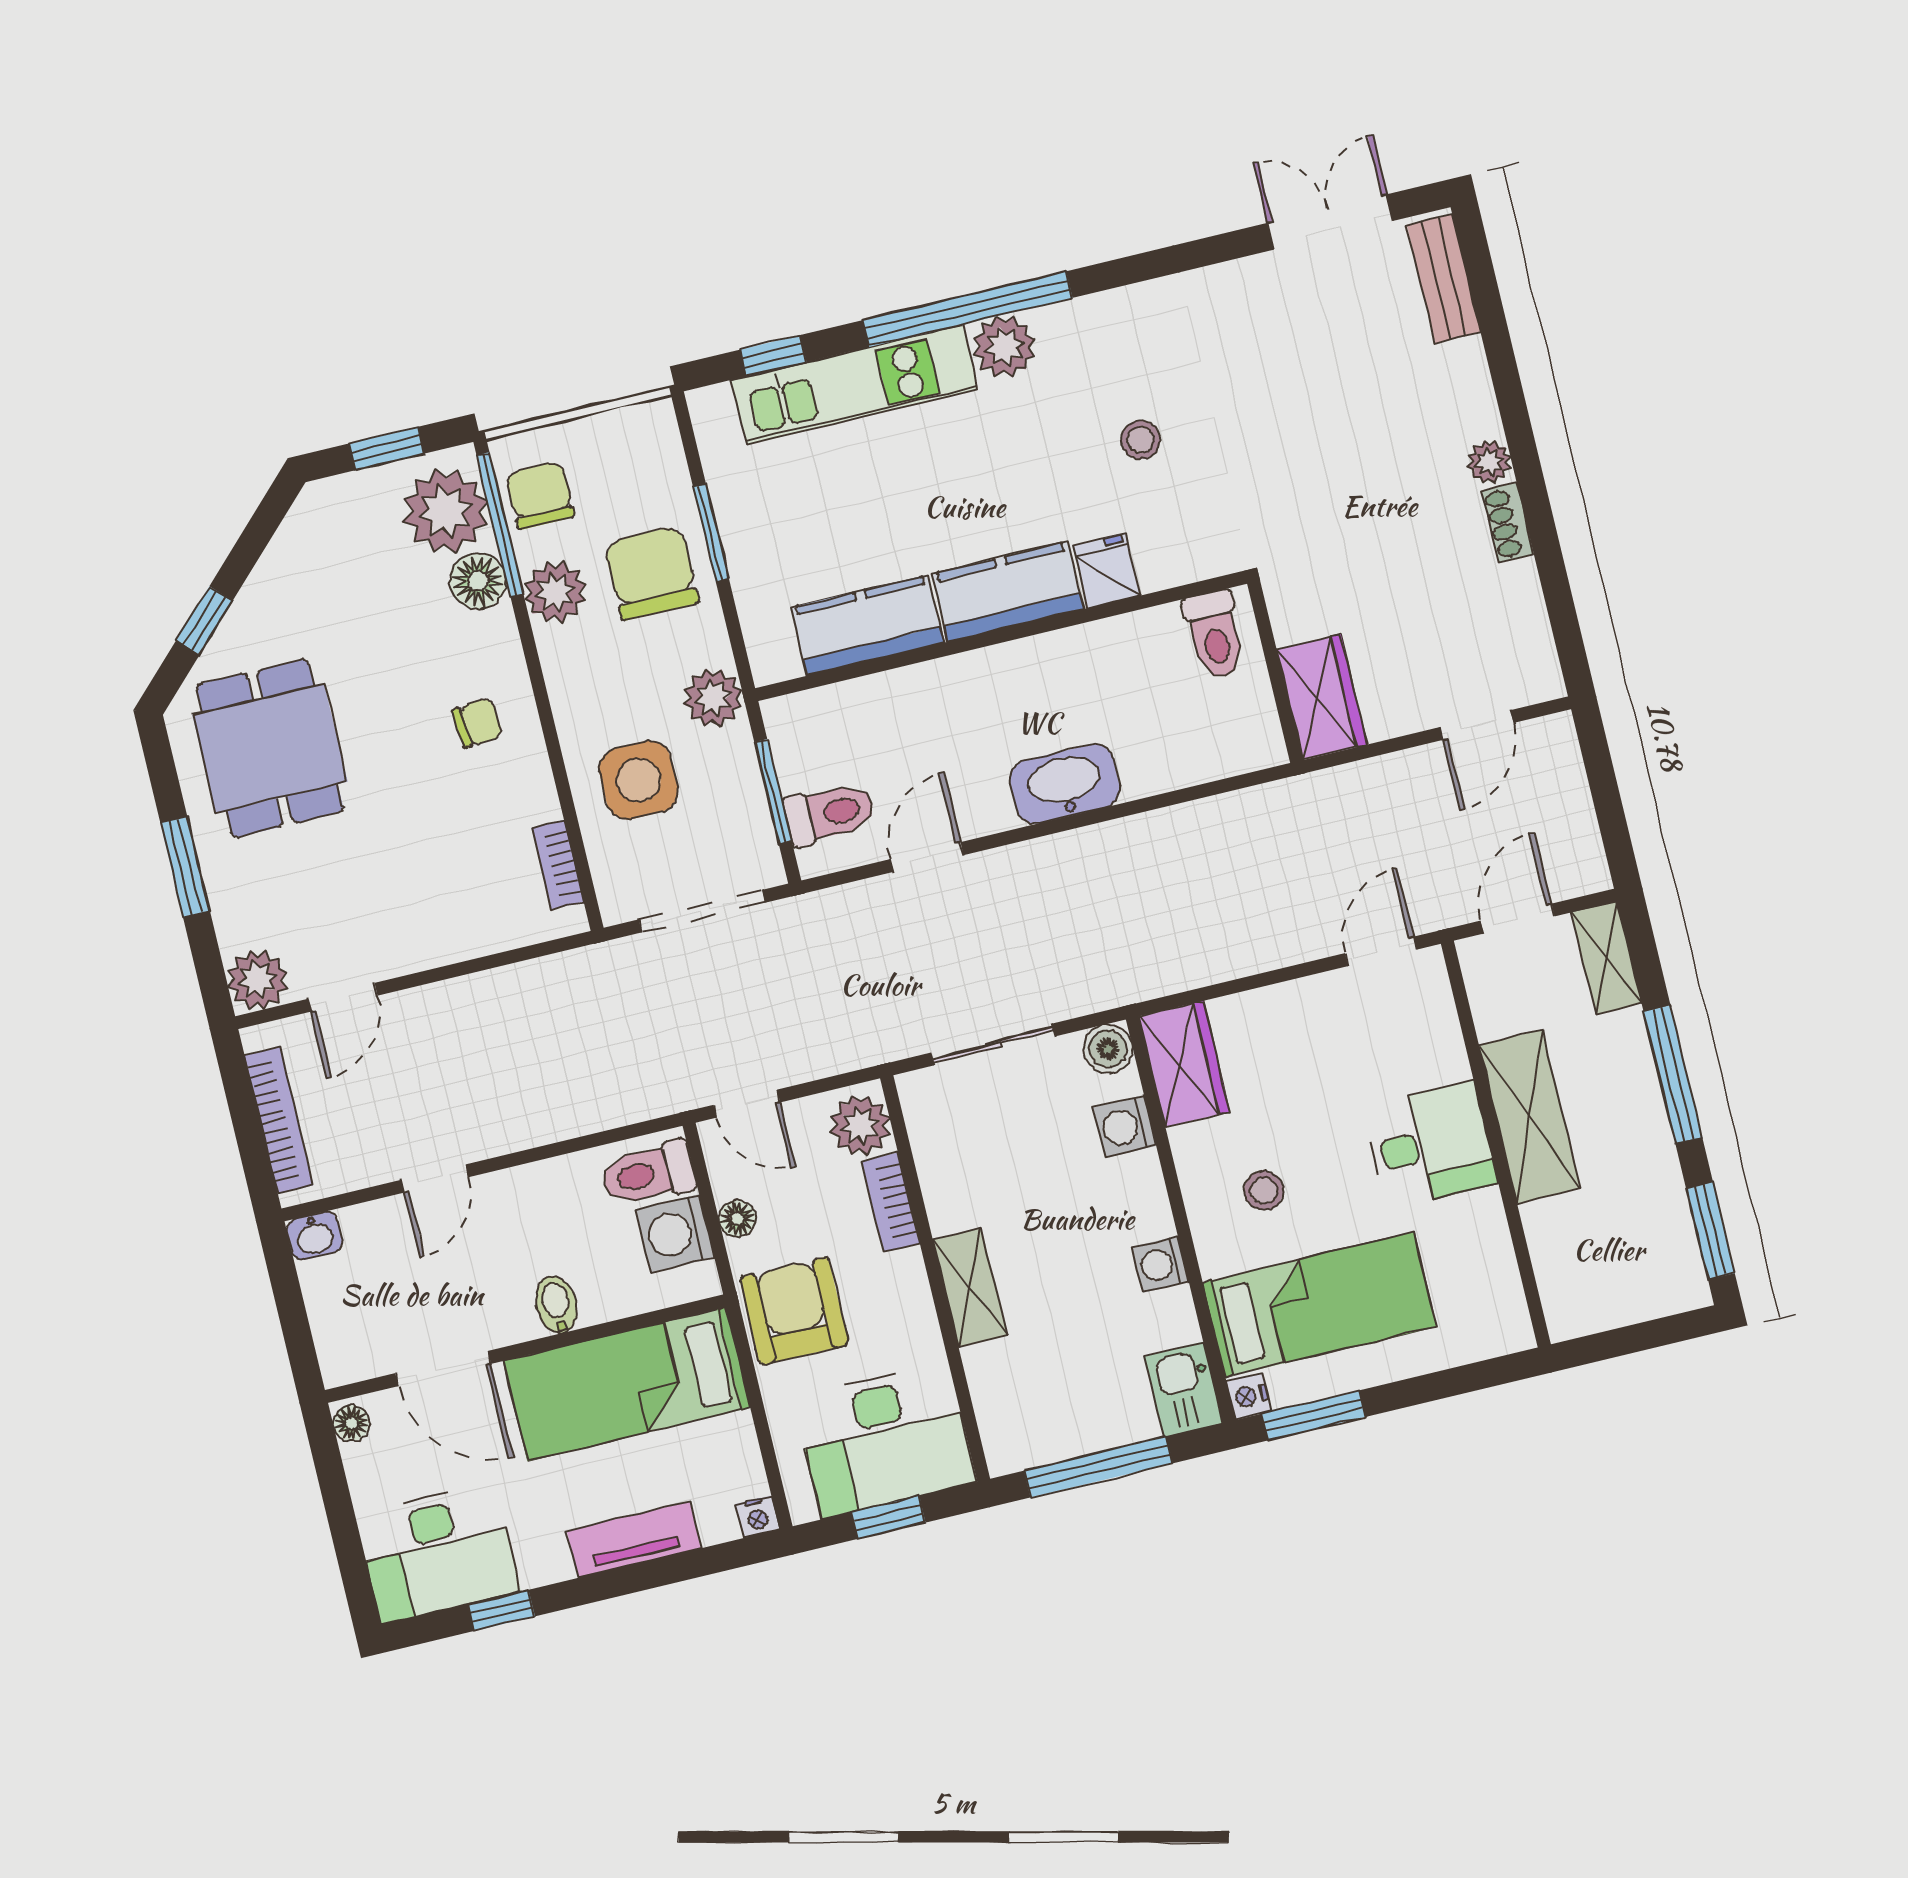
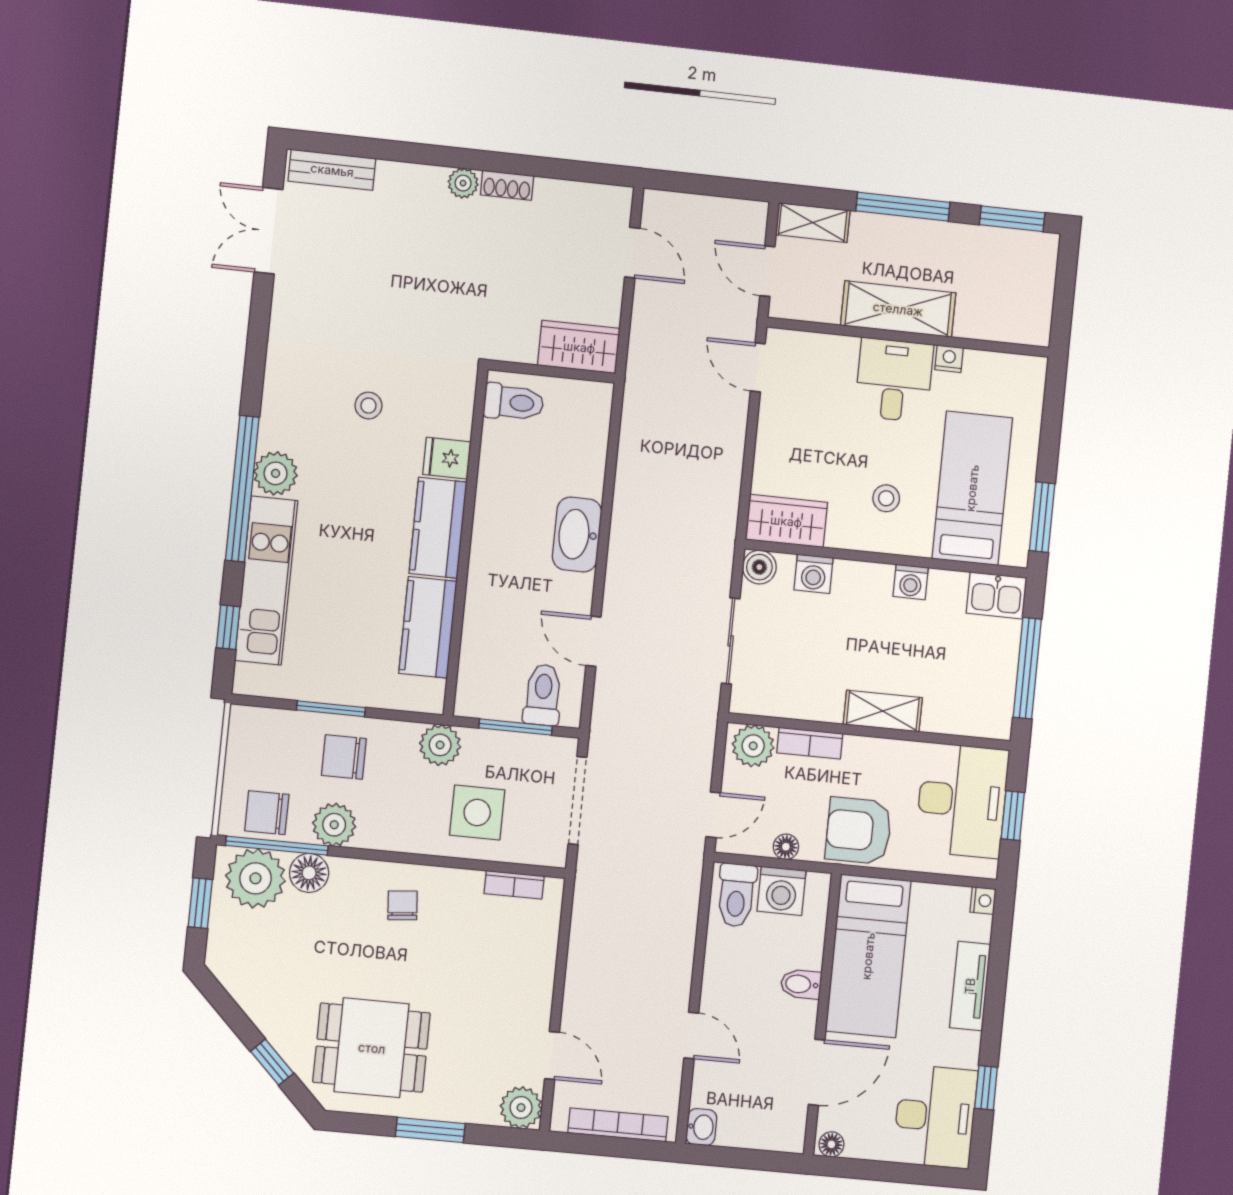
chair: (652, 573) -> (344, 757), width x0.73, depth x0.73
nightstand: (1249, 1396) -> (949, 359), moved, turned 180

